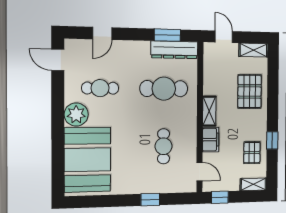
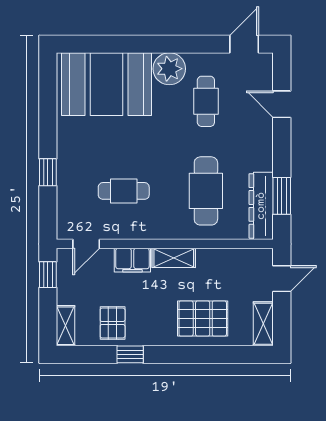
pallet: (252, 153) -> (113, 323), turned 90

